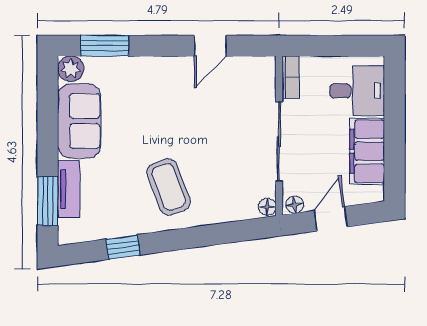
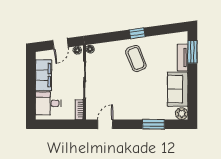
window: (105, 46) -> (153, 124), moved
door: (210, 46) -> (105, 124), moved
window: (123, 247) -> (137, 33), moved

